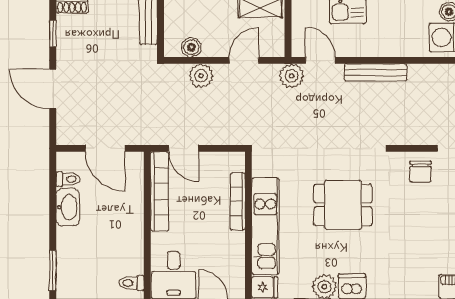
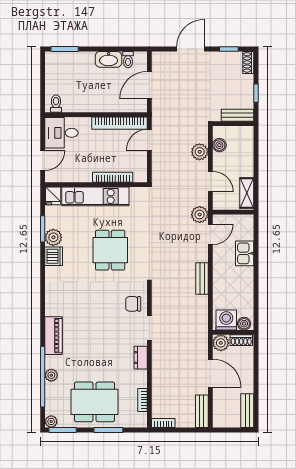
bench: (376, 72) -> (202, 279), width x0.73

